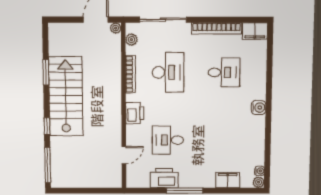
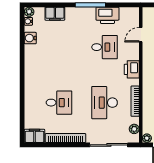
desk: (224, 72) -> (59, 103), turned 180
water cooler: (259, 108) -> (30, 38), moved

